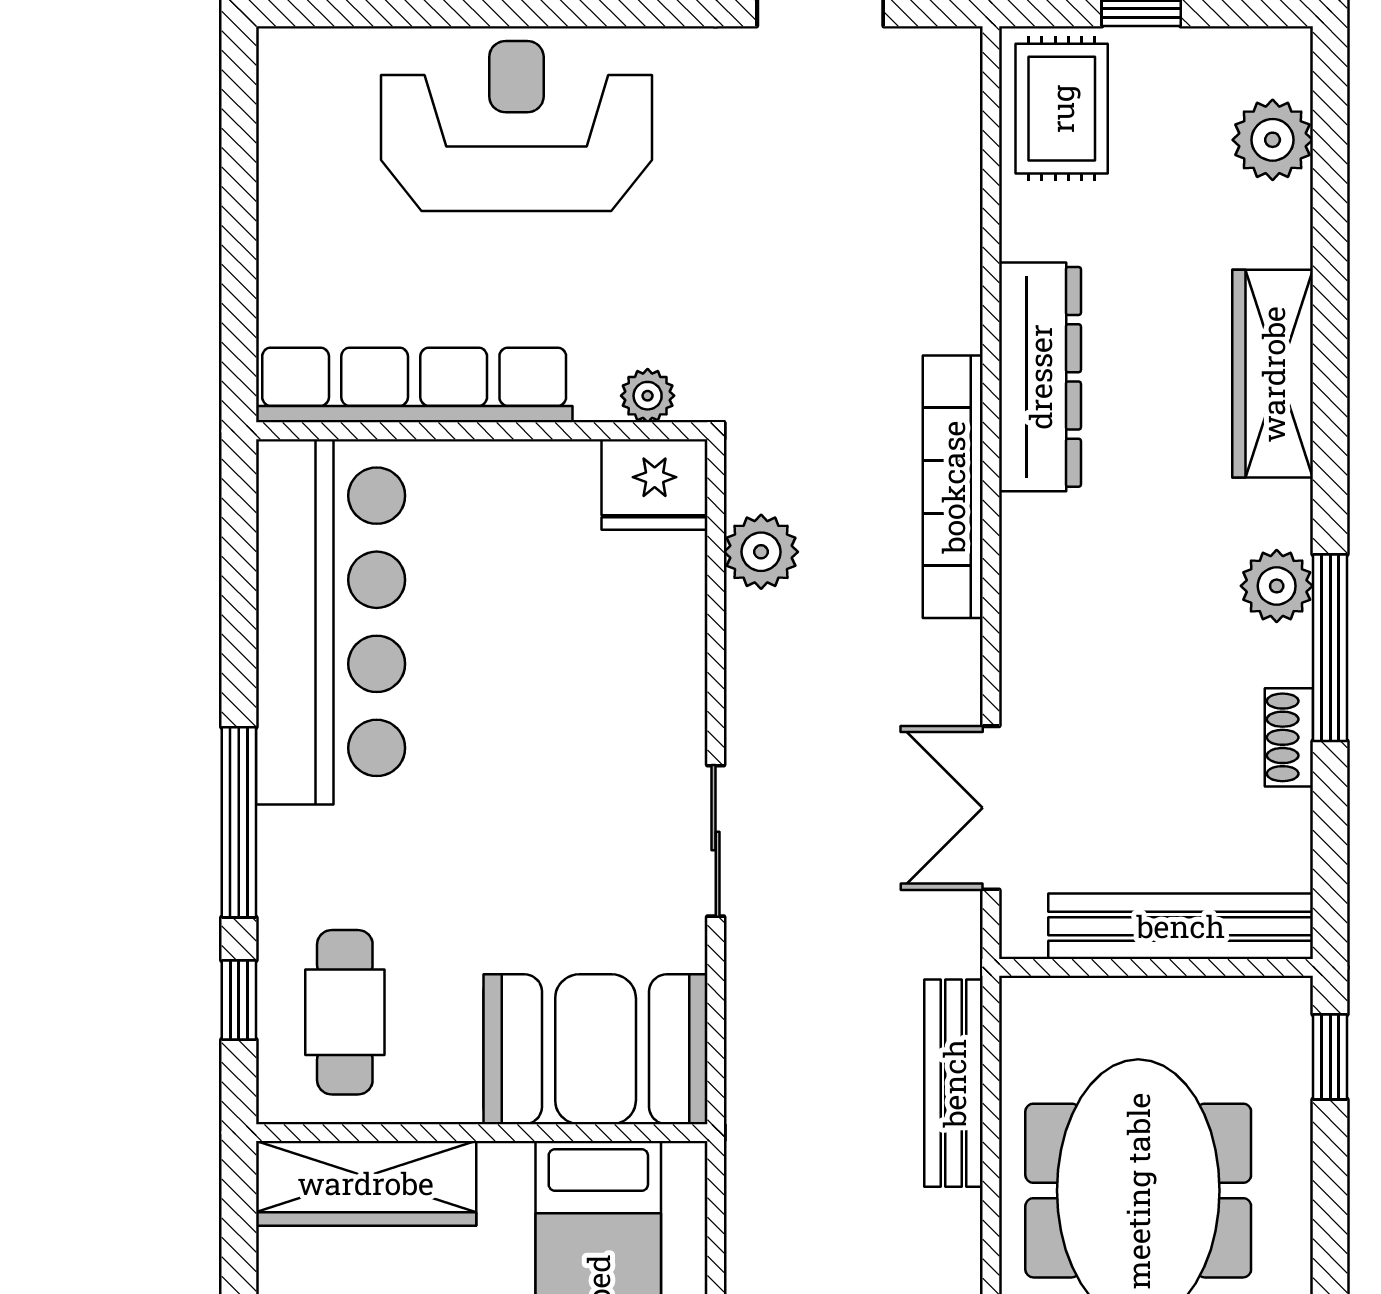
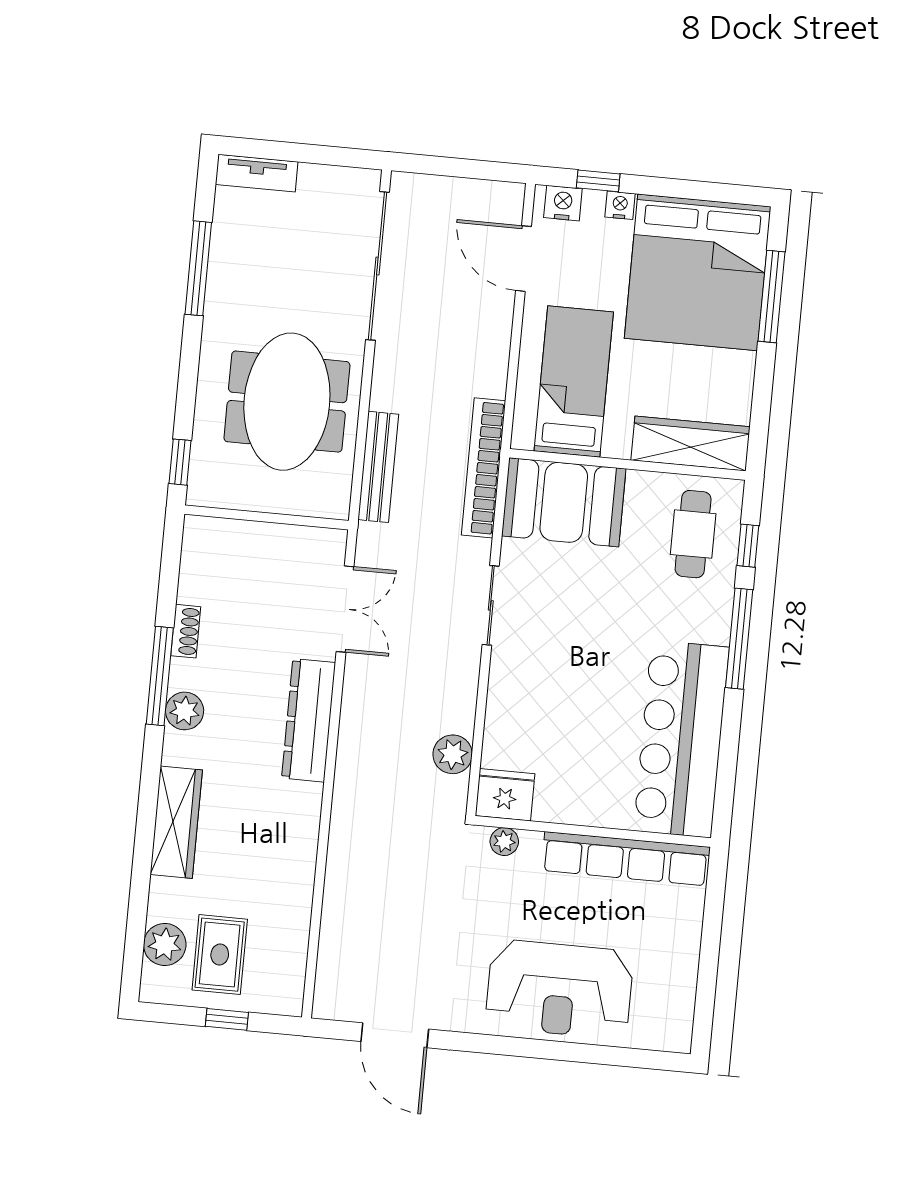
rug: (1062, 109) -> (220, 955), moved
dresser: (1040, 377) -> (309, 720), moved
bookcase: (953, 487) -> (484, 468), moved, turned 180
bench: (1181, 926) -> (252, 538), removed

